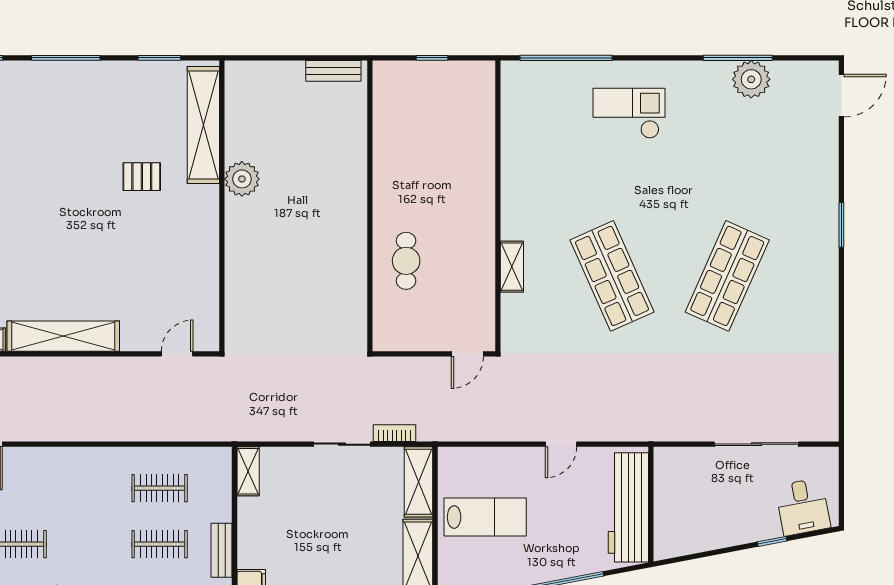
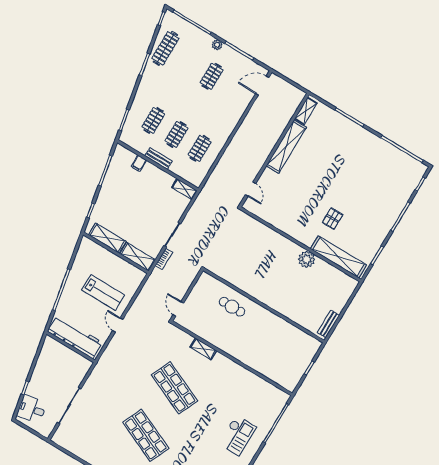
shop shelf: (612, 276) -> (175, 388), turned 48
lab bench: (485, 517) -> (103, 293), moved, turned -90

